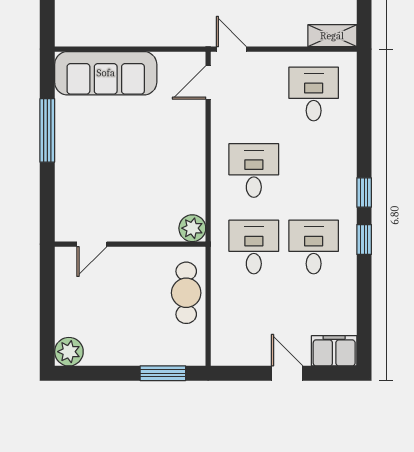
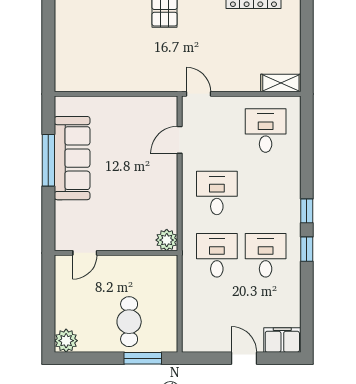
sofa: (106, 73) -> (72, 158), moved, turned -90
door: (208, 83) -> (180, 140), moved
cafe table: (186, 293) -> (129, 322), moved

